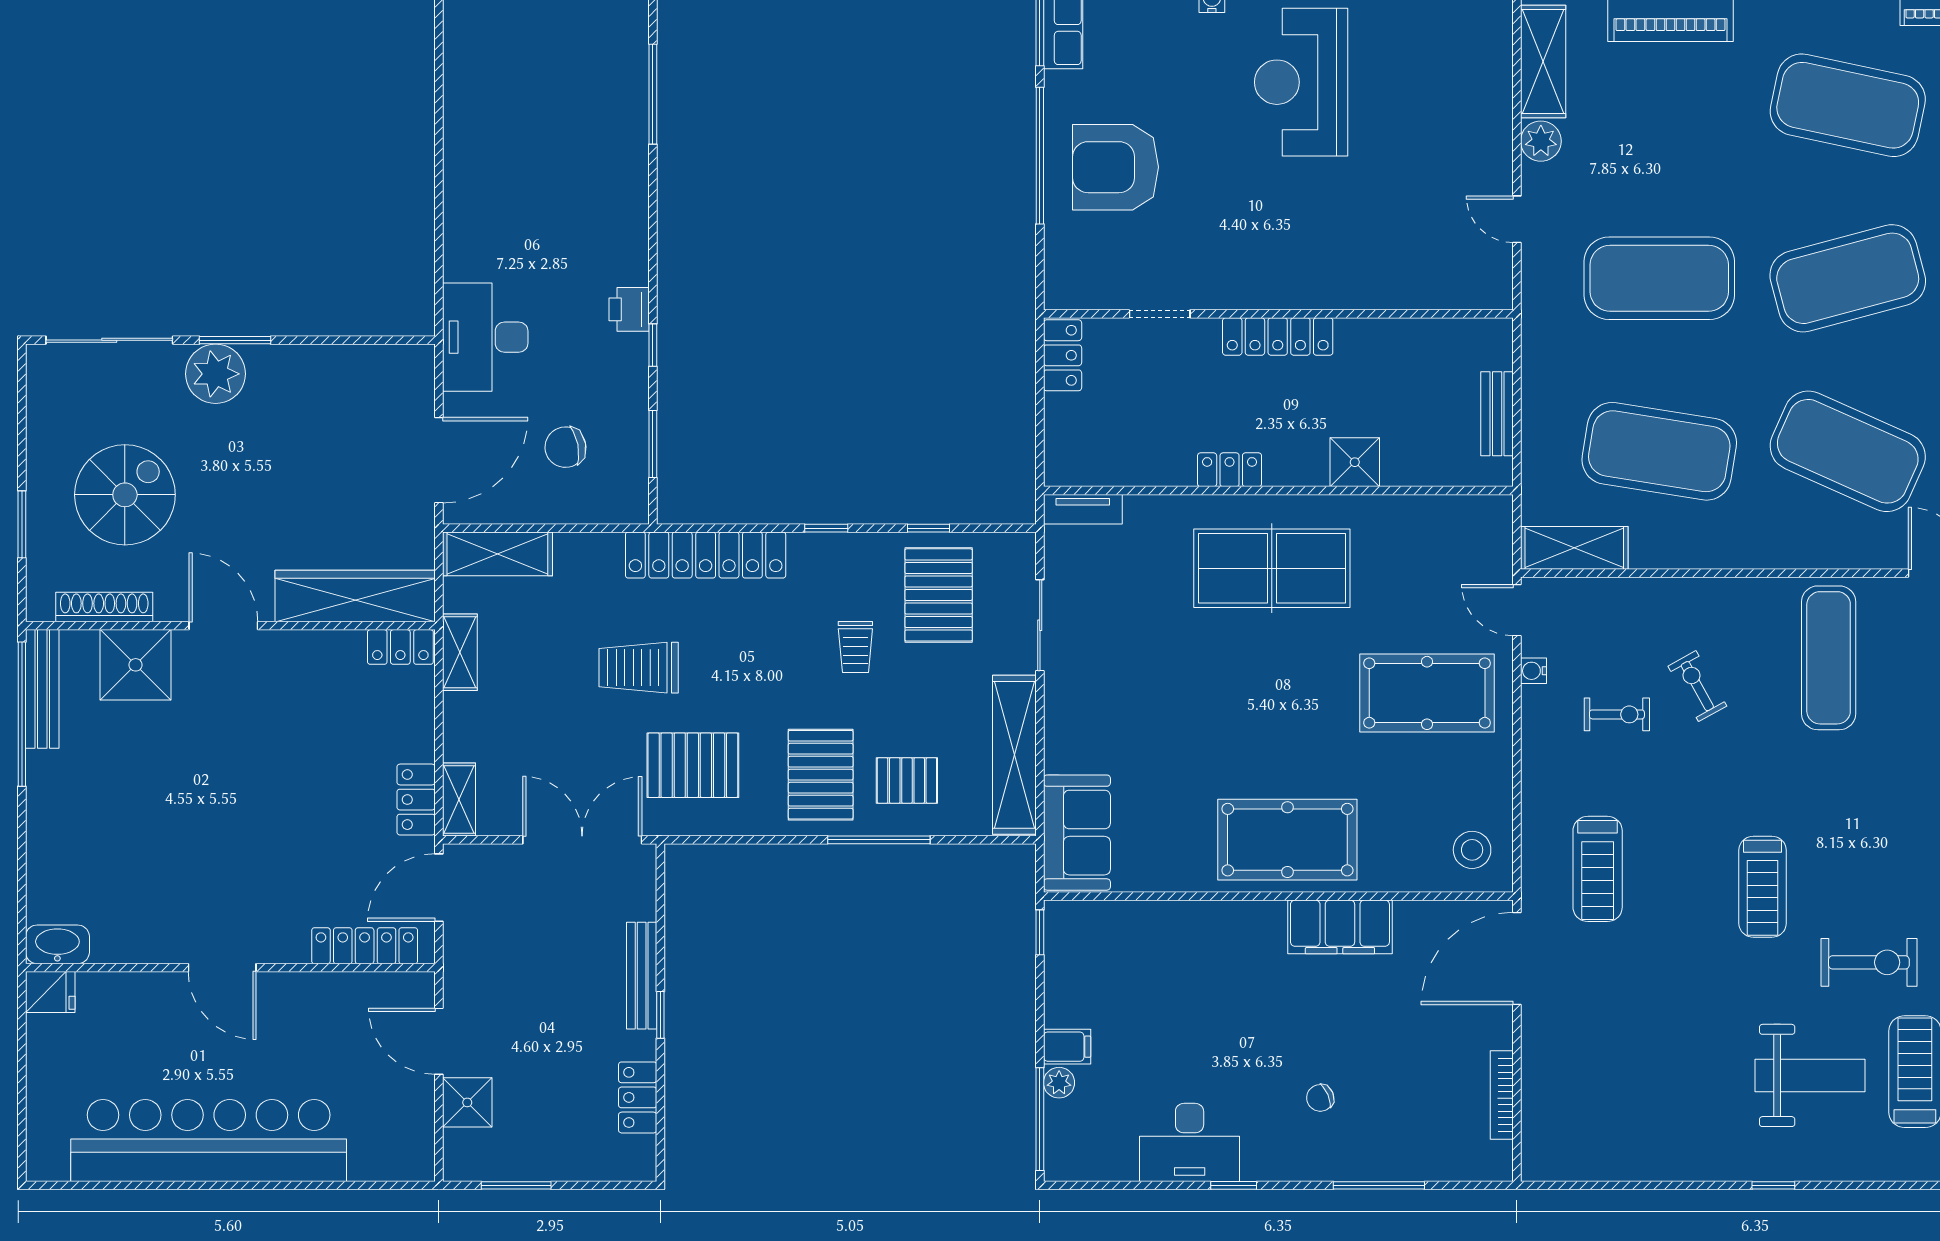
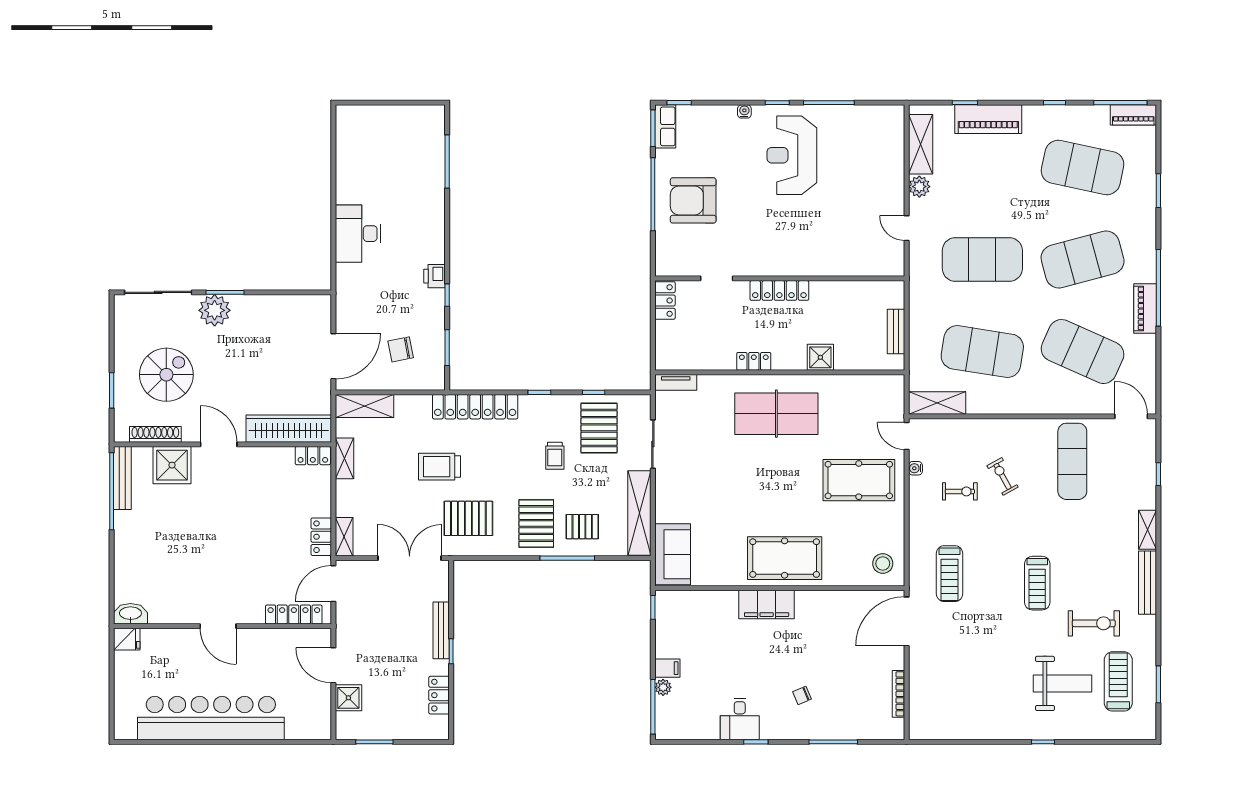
desk: (485, 337) -> (358, 234), moved
filing cabinet: (1340, 927) -> (767, 604), moved
desk: (1190, 1142) -> (740, 719), width x0.73

